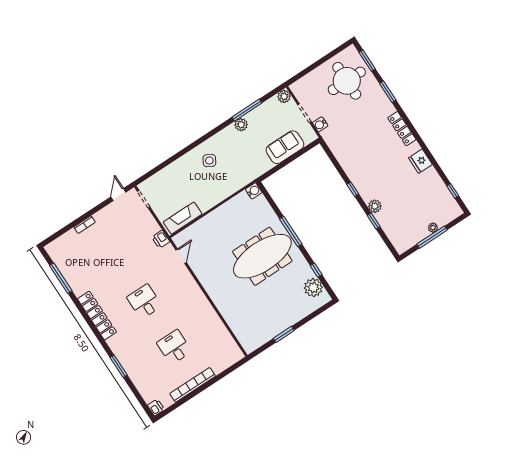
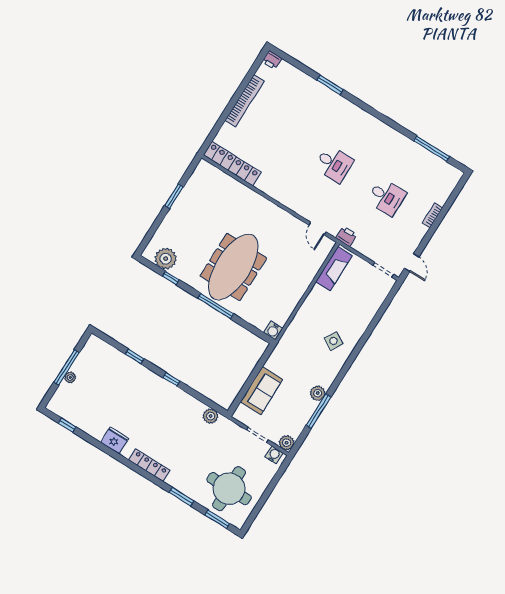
water cooler: (320, 124) -> (274, 455), moved
plant: (375, 206) -> (211, 416), moved
locker: (97, 316) -> (232, 164), moved, turned 180
desk: (174, 347) -> (386, 197), moved

